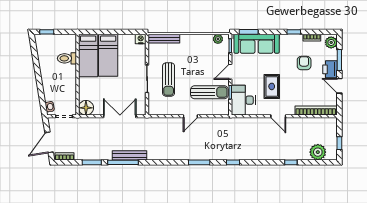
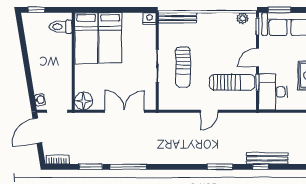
toilet: (67, 58) -> (61, 27), moved
door: (49, 142) -> (37, 131), moved
bench: (130, 155) -> (267, 158), moved

